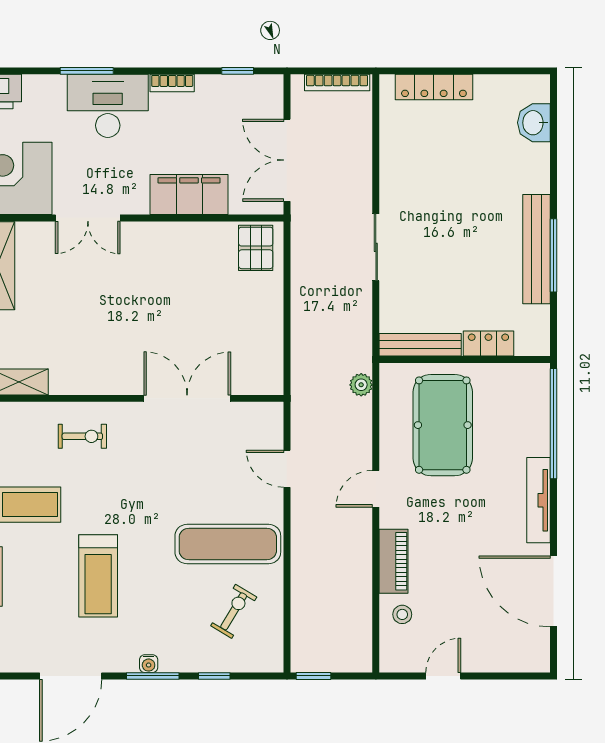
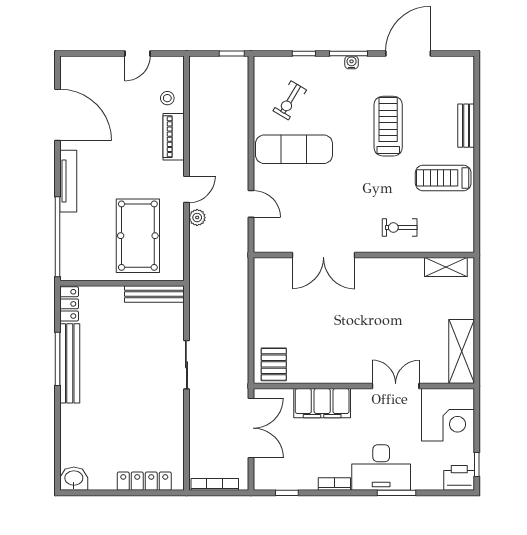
washbasin: (534, 123) -> (74, 479), moved, turned -90
locker: (488, 344) -> (69, 304), moved, turned -90
plant: (361, 385) -> (197, 218), moved

